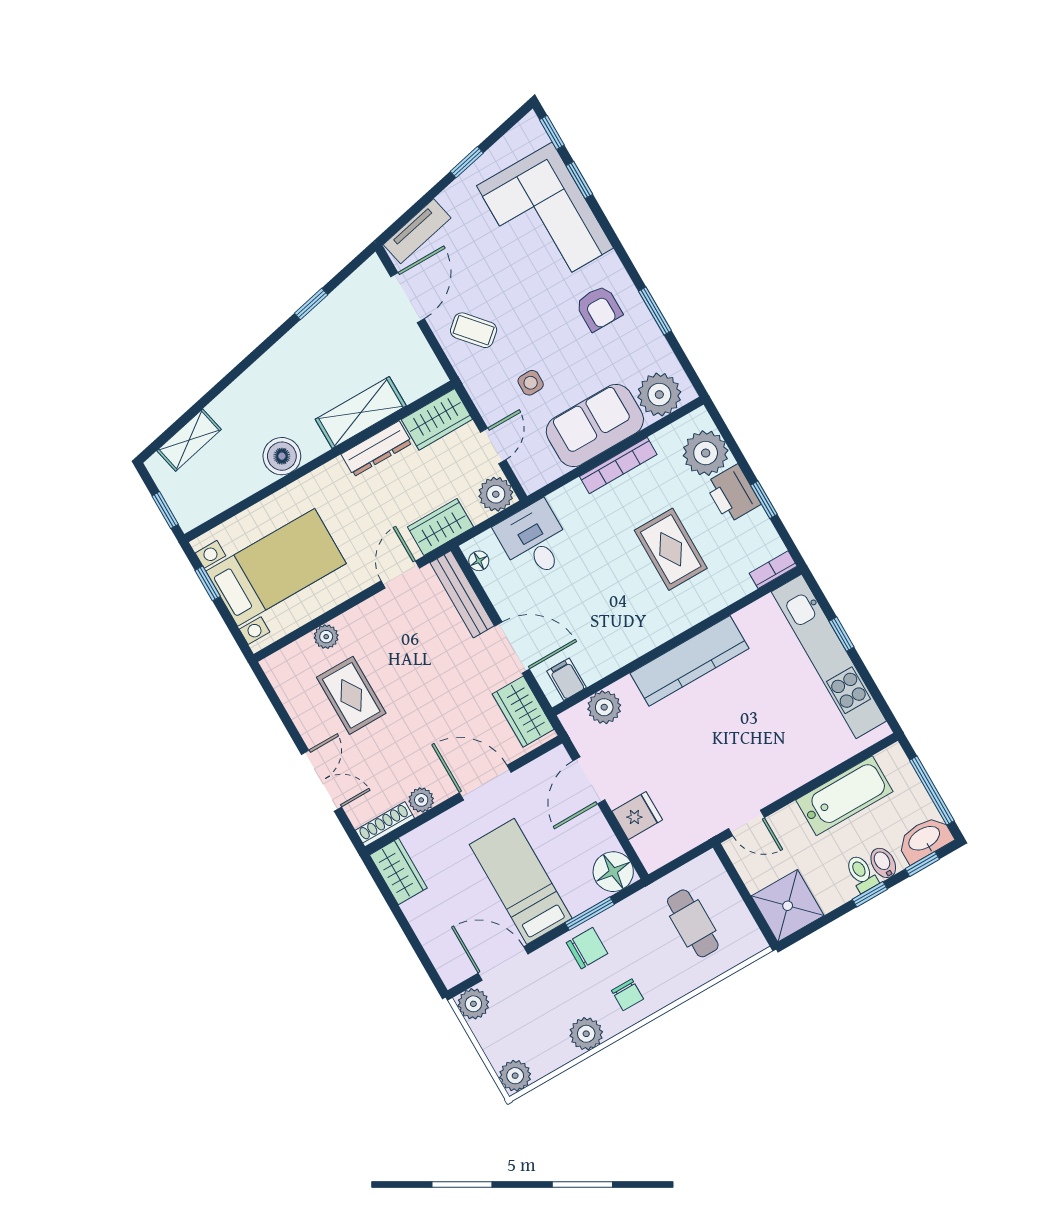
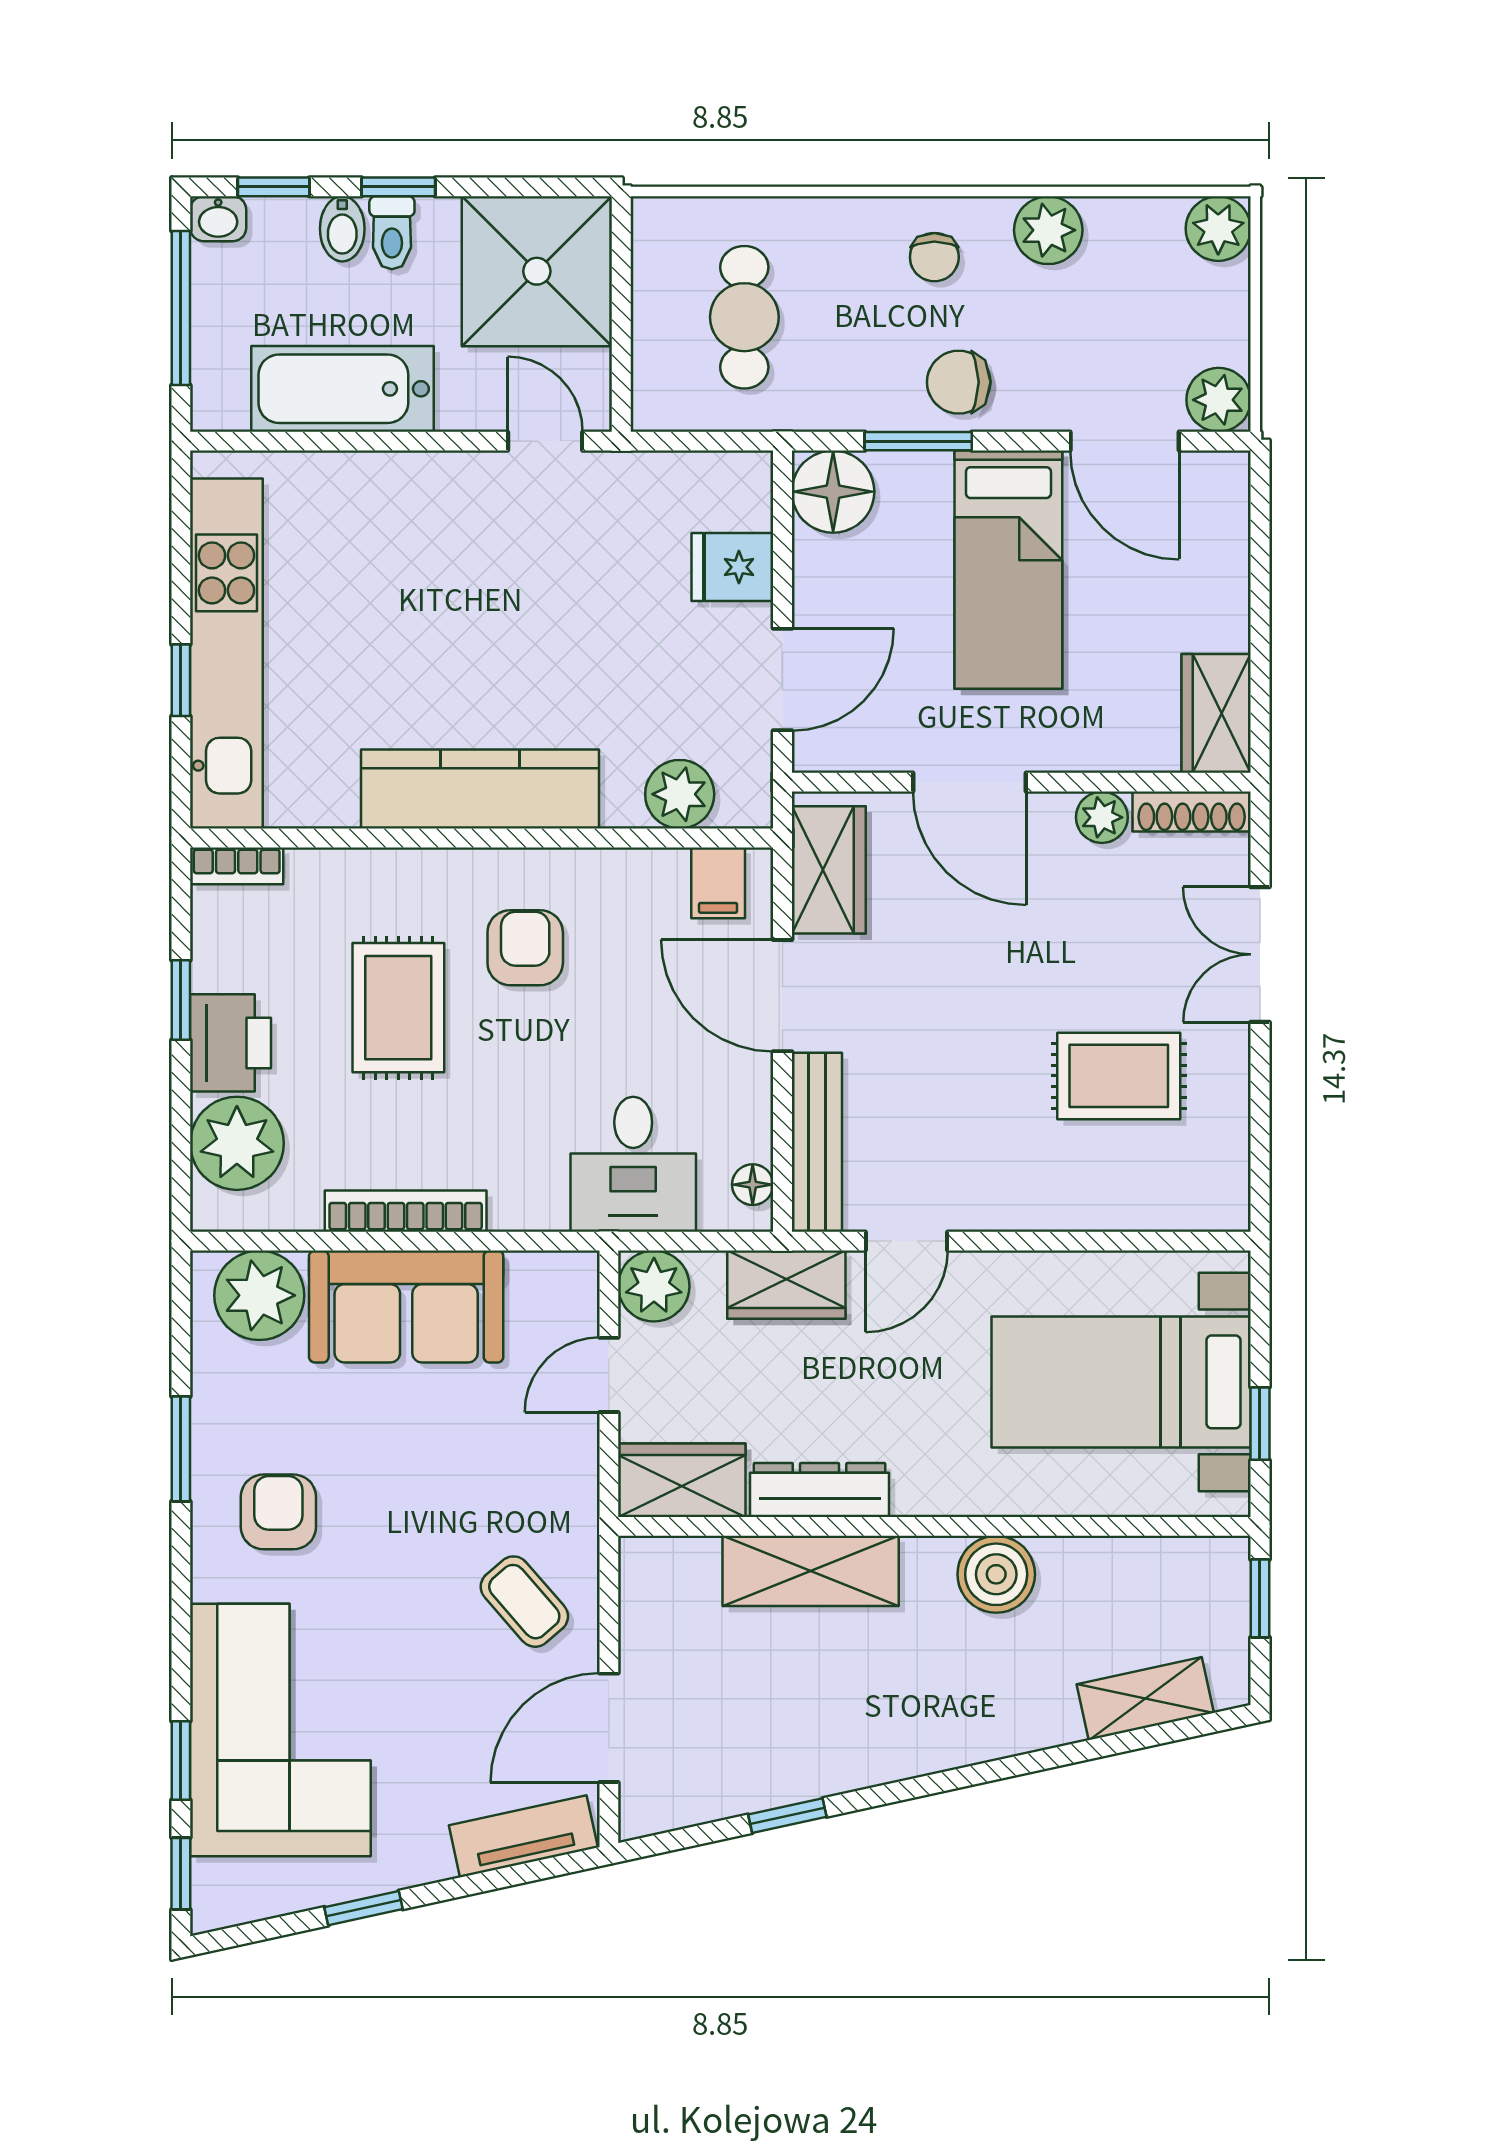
side table: (531, 383) -> (477, 1449), removed
armchair: (632, 605) -> (525, 948), added
plant: (326, 637) -> (1103, 1207), removed
rug: (351, 695) -> (1119, 1076), turned 90
washbasin: (925, 839) -> (218, 219), width x0.52, depth x0.69
shower: (788, 906) -> (537, 271), width x1.37, depth x1.37
chair: (628, 995) -> (934, 257), turned 180

